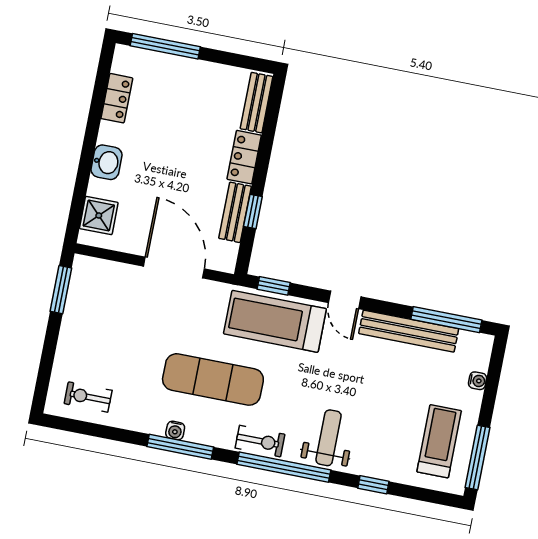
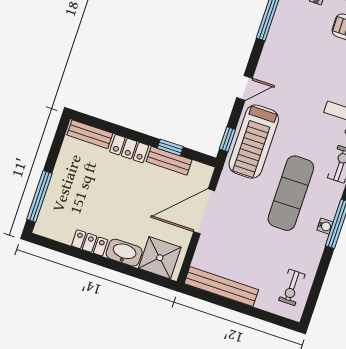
locker: (117, 98) -> (90, 243), moved
washbasin: (107, 162) -> (124, 253), width x1.38
shower: (99, 215) -> (160, 258), width x1.36, depth x1.36
window: (61, 290) -> (210, 297), removed
bench: (409, 331) -> (221, 287), moved, turned 90

